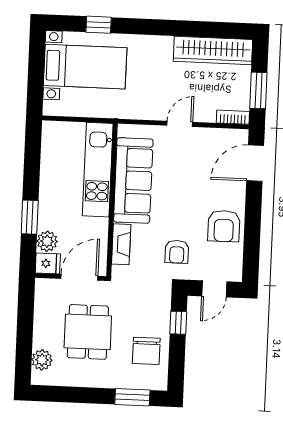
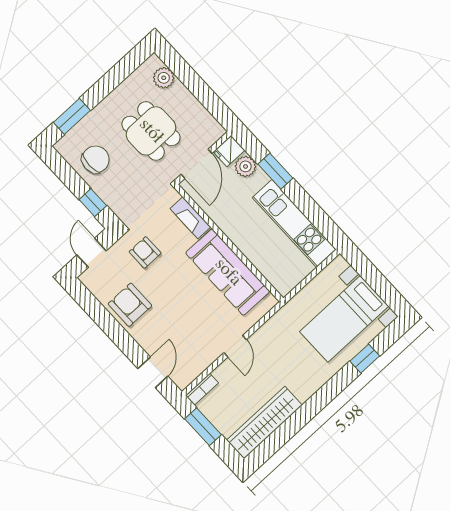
door: (255, 163) -> (153, 372), width x0.73
kitchen unit: (98, 170) -> (294, 223), moved, turned 180
chair: (146, 351) -> (96, 159), turned 90

